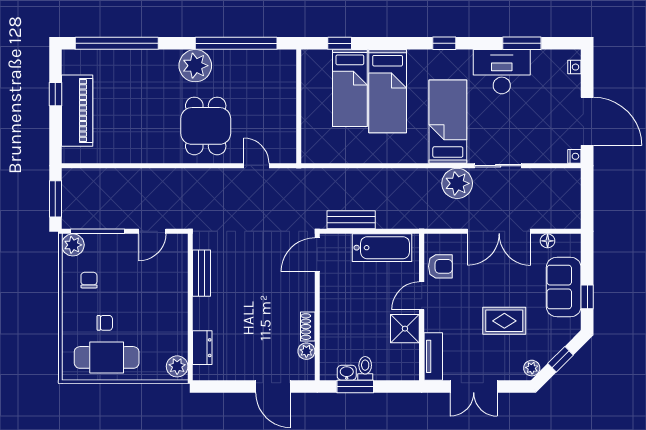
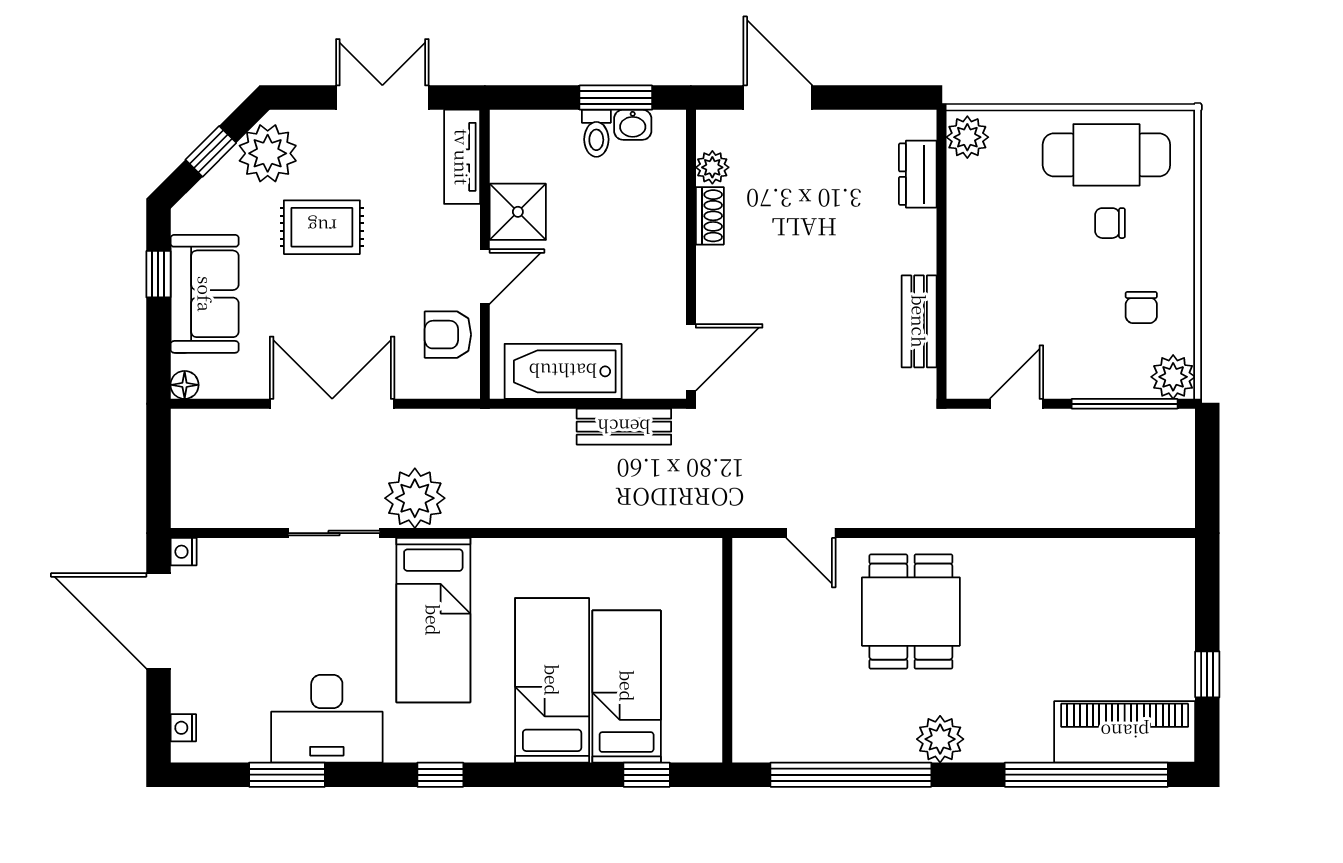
plant: (195, 66) -> (940, 739), width x0.73, depth x0.73
piano: (77, 111) -> (1125, 732), moved, turned 90
window: (55, 199) -> (1207, 468), removed
floor lamp: (548, 241) -> (185, 385), moved
plant: (532, 368) -> (268, 153), width x1.87, depth x1.87

